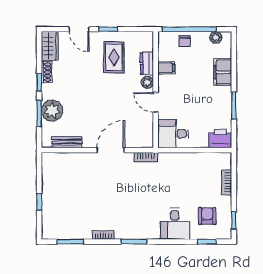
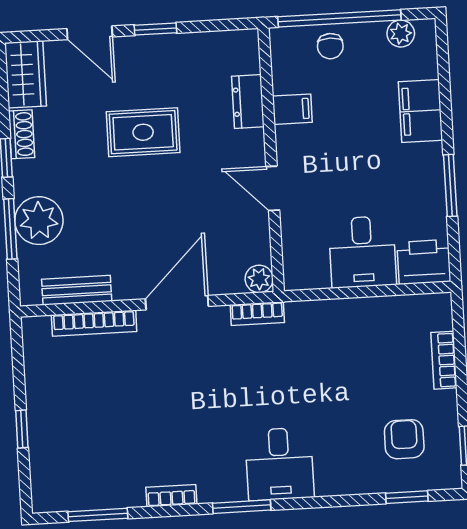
rug: (114, 57) -> (143, 132), moved, turned 90
plant: (147, 82) -> (259, 279), moved
desk: (173, 134) -> (362, 252), moved, turned -90
bookcase: (74, 157) -> (94, 323), added
desk: (175, 224) -> (279, 464), moved

